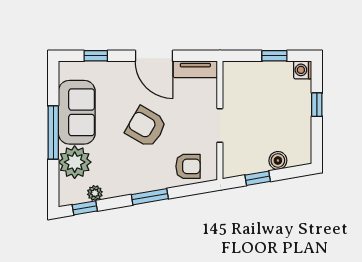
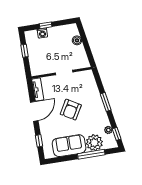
washing machine: (303, 70) -> (42, 33), moved
window: (53, 133) -> (91, 154), moved
armchair: (188, 166) -> (87, 85), removed
window: (258, 178) -> (88, 49), removed

